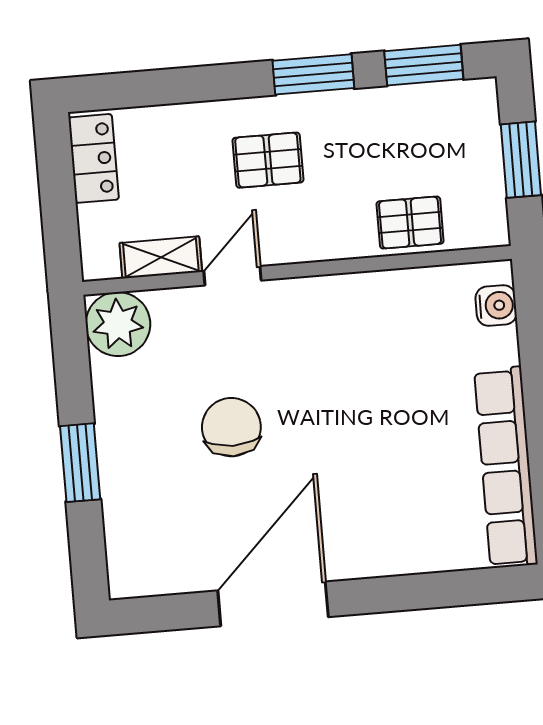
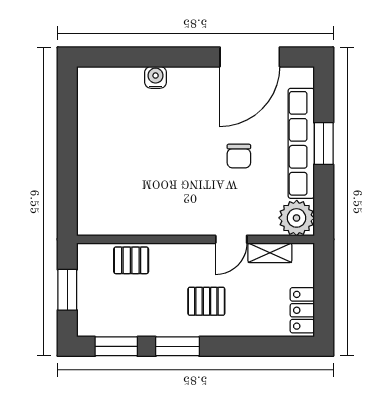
water cooler: (496, 306) -> (156, 77), moved, turned 90
chair: (231, 427) -> (239, 156), width x0.73, depth x0.73
row of seats: (506, 467) -> (301, 143), moved, turned 180
door: (273, 604) -> (250, 57), moved

